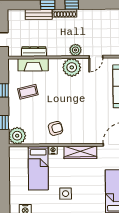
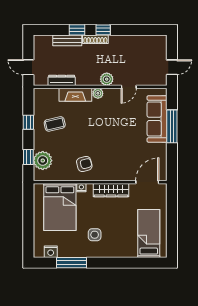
fireplace: (33, 65) -> (75, 95), moved
plant: (72, 67) -> (98, 93), width x0.53, depth x0.53
plant: (17, 136) -> (43, 161), moved
bed: (38, 168) -> (60, 207), width x1.50

